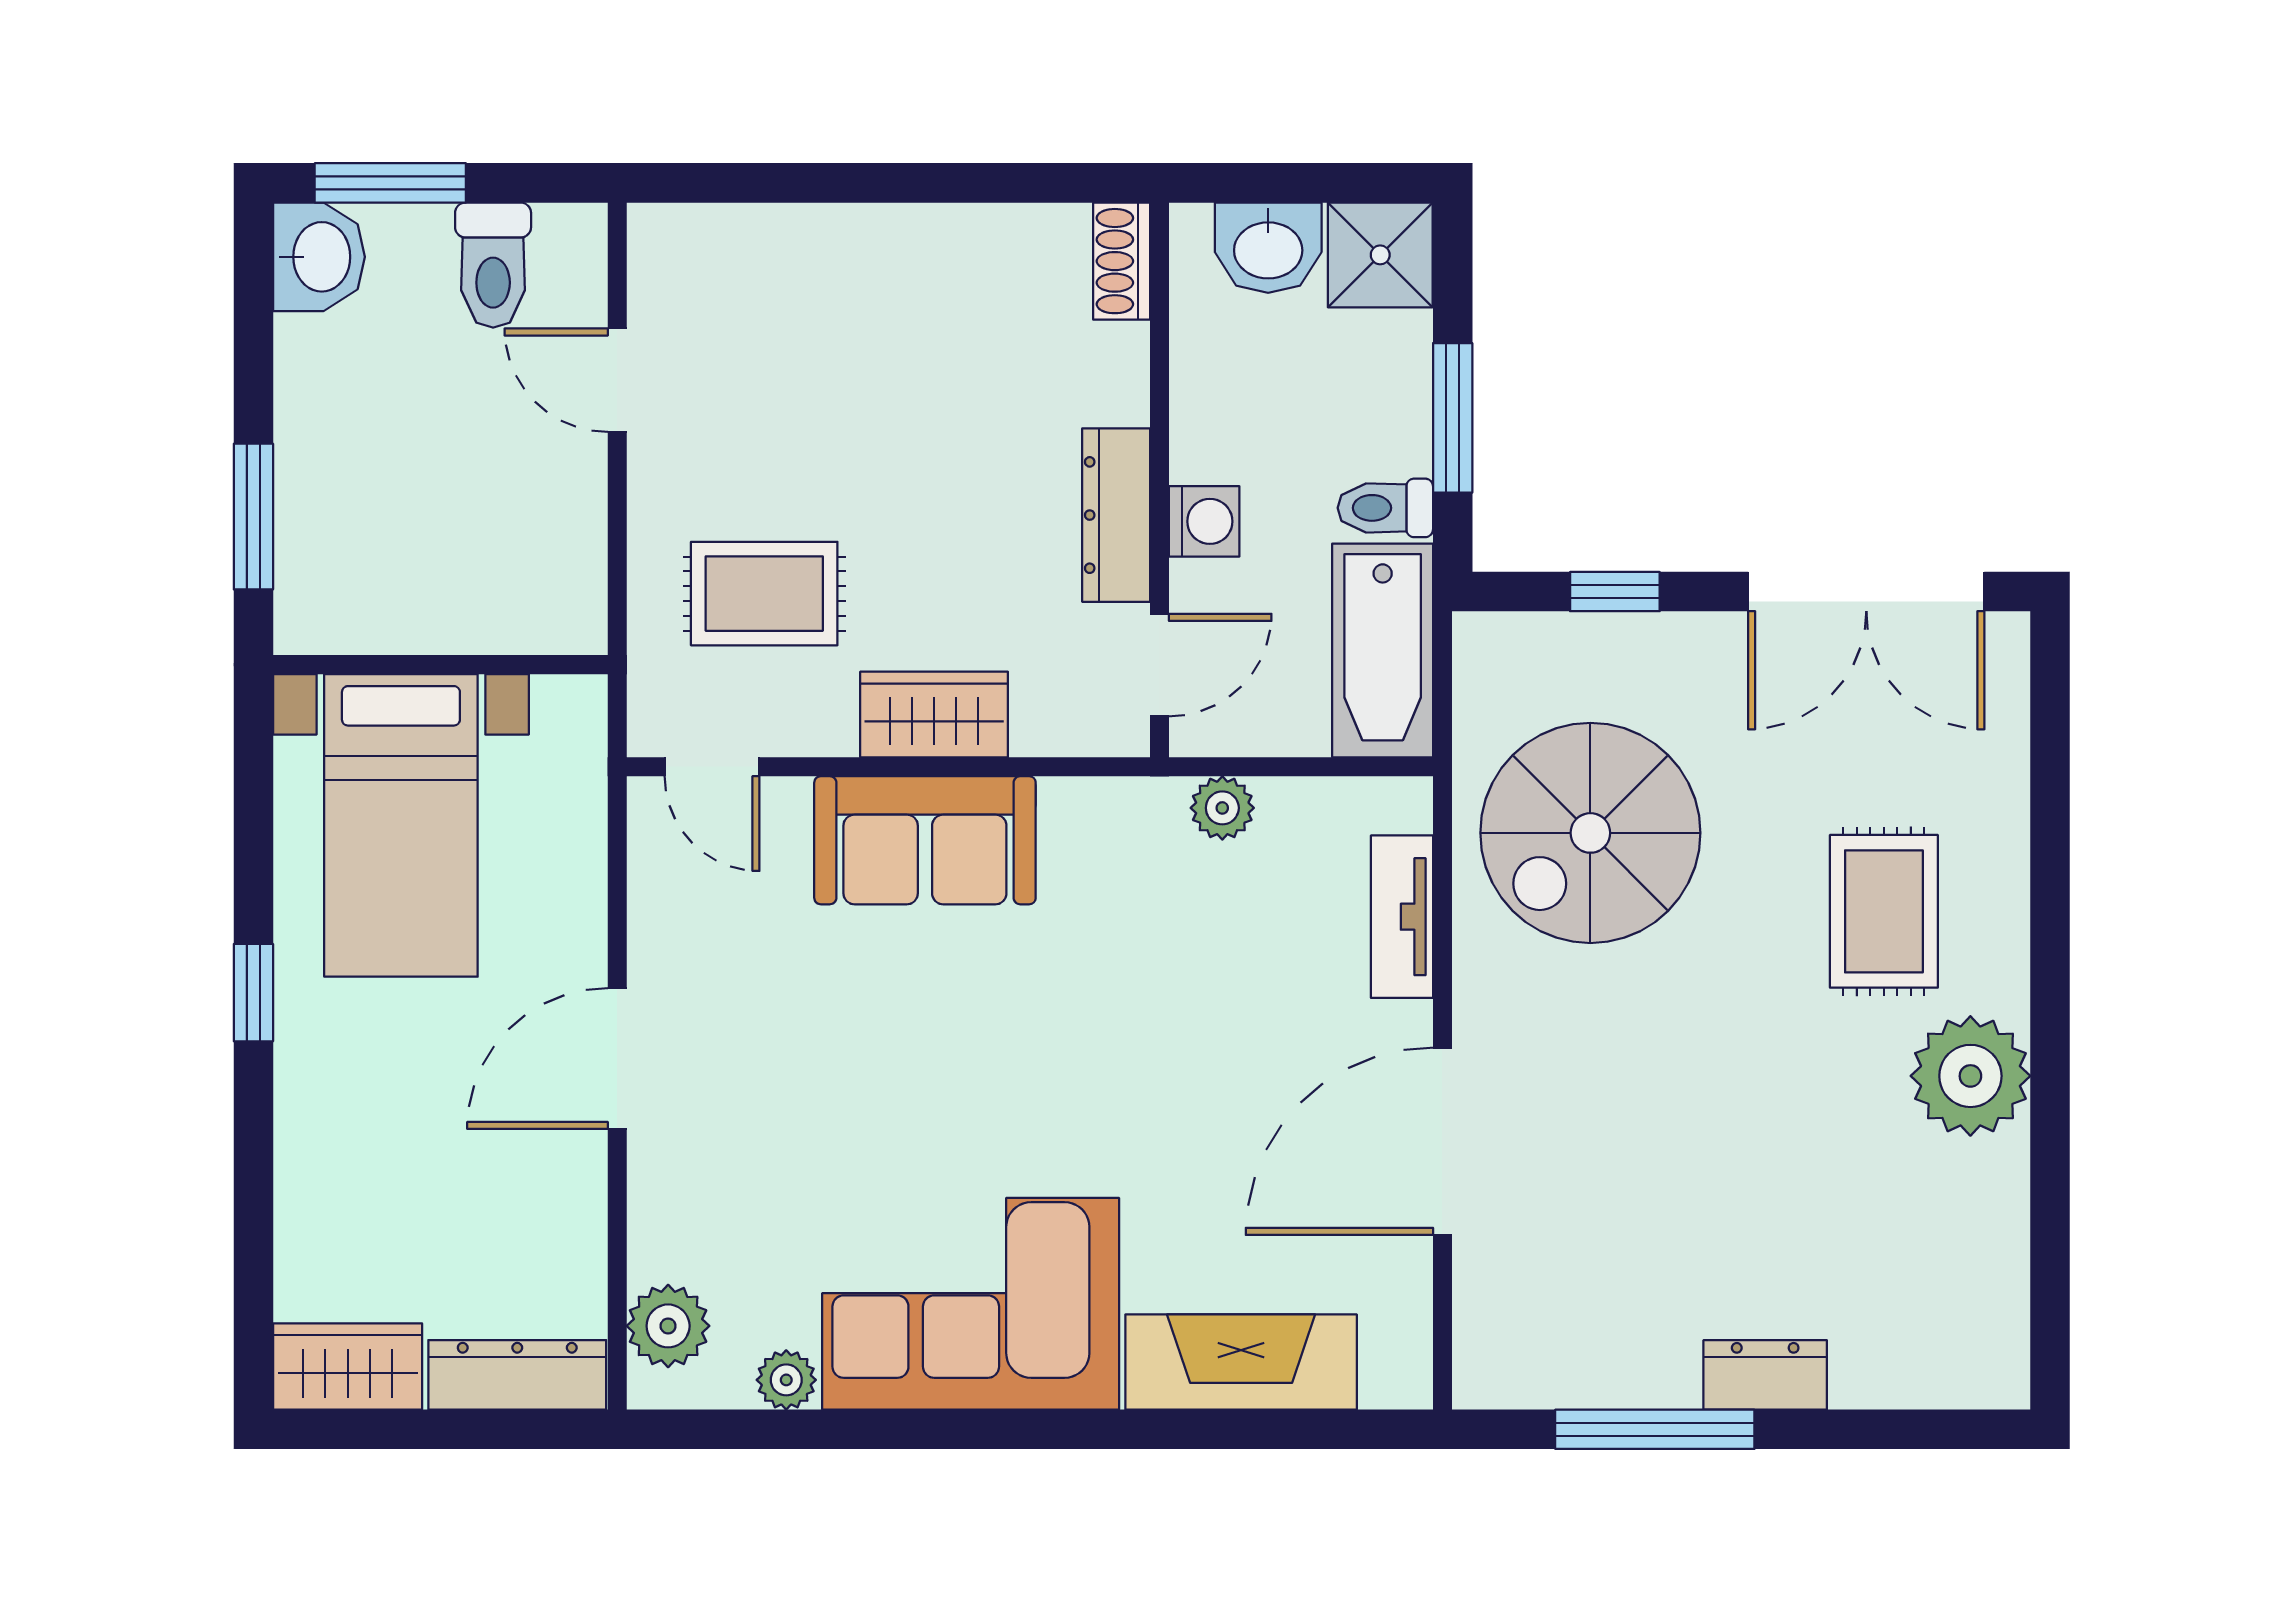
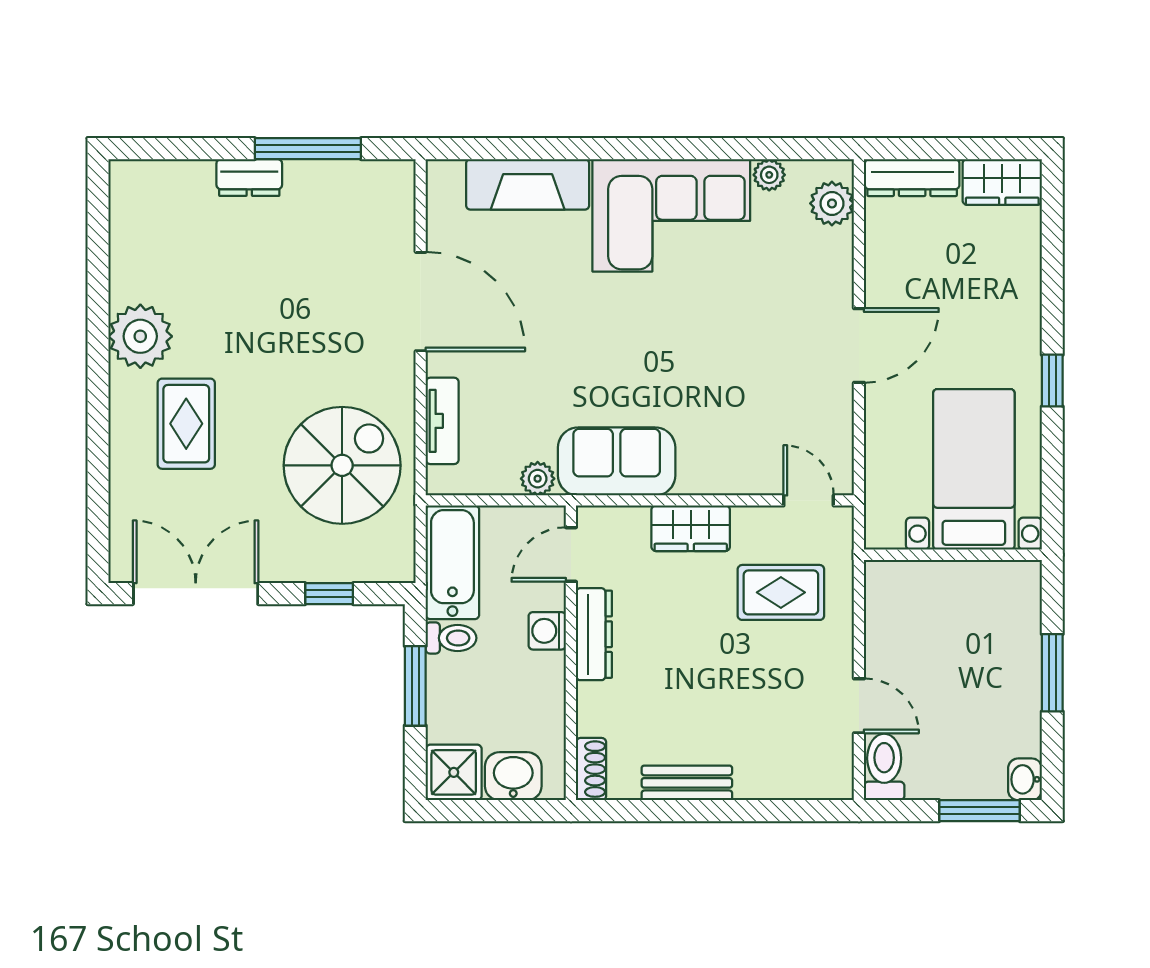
bench: (941, 235) -> (687, 783), added
washbasin: (319, 257) -> (1025, 779), width x0.72, depth x0.69
toilet: (493, 265) -> (884, 767), moved
window: (253, 517) -> (1052, 673), moved
sofa: (925, 840) -> (617, 461), moved
door: (1442, 1141) -> (421, 302), hinge flipped

